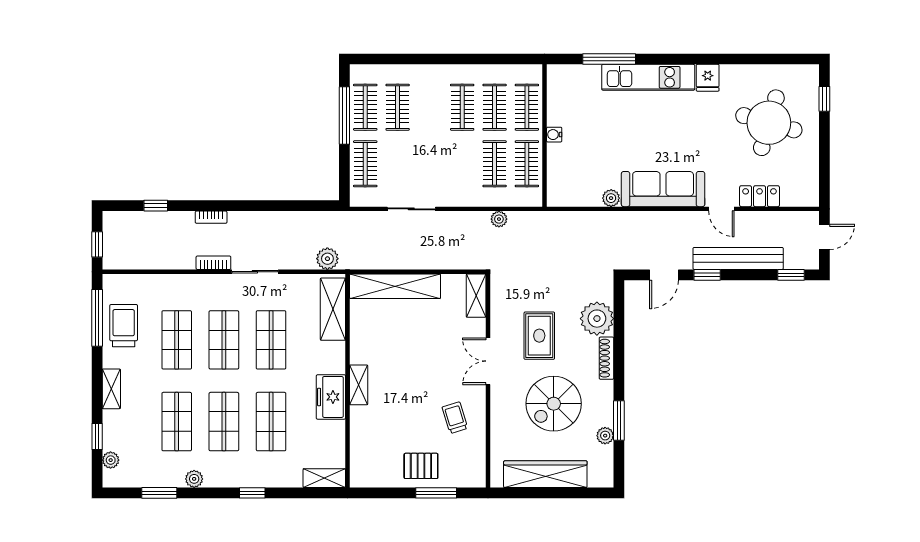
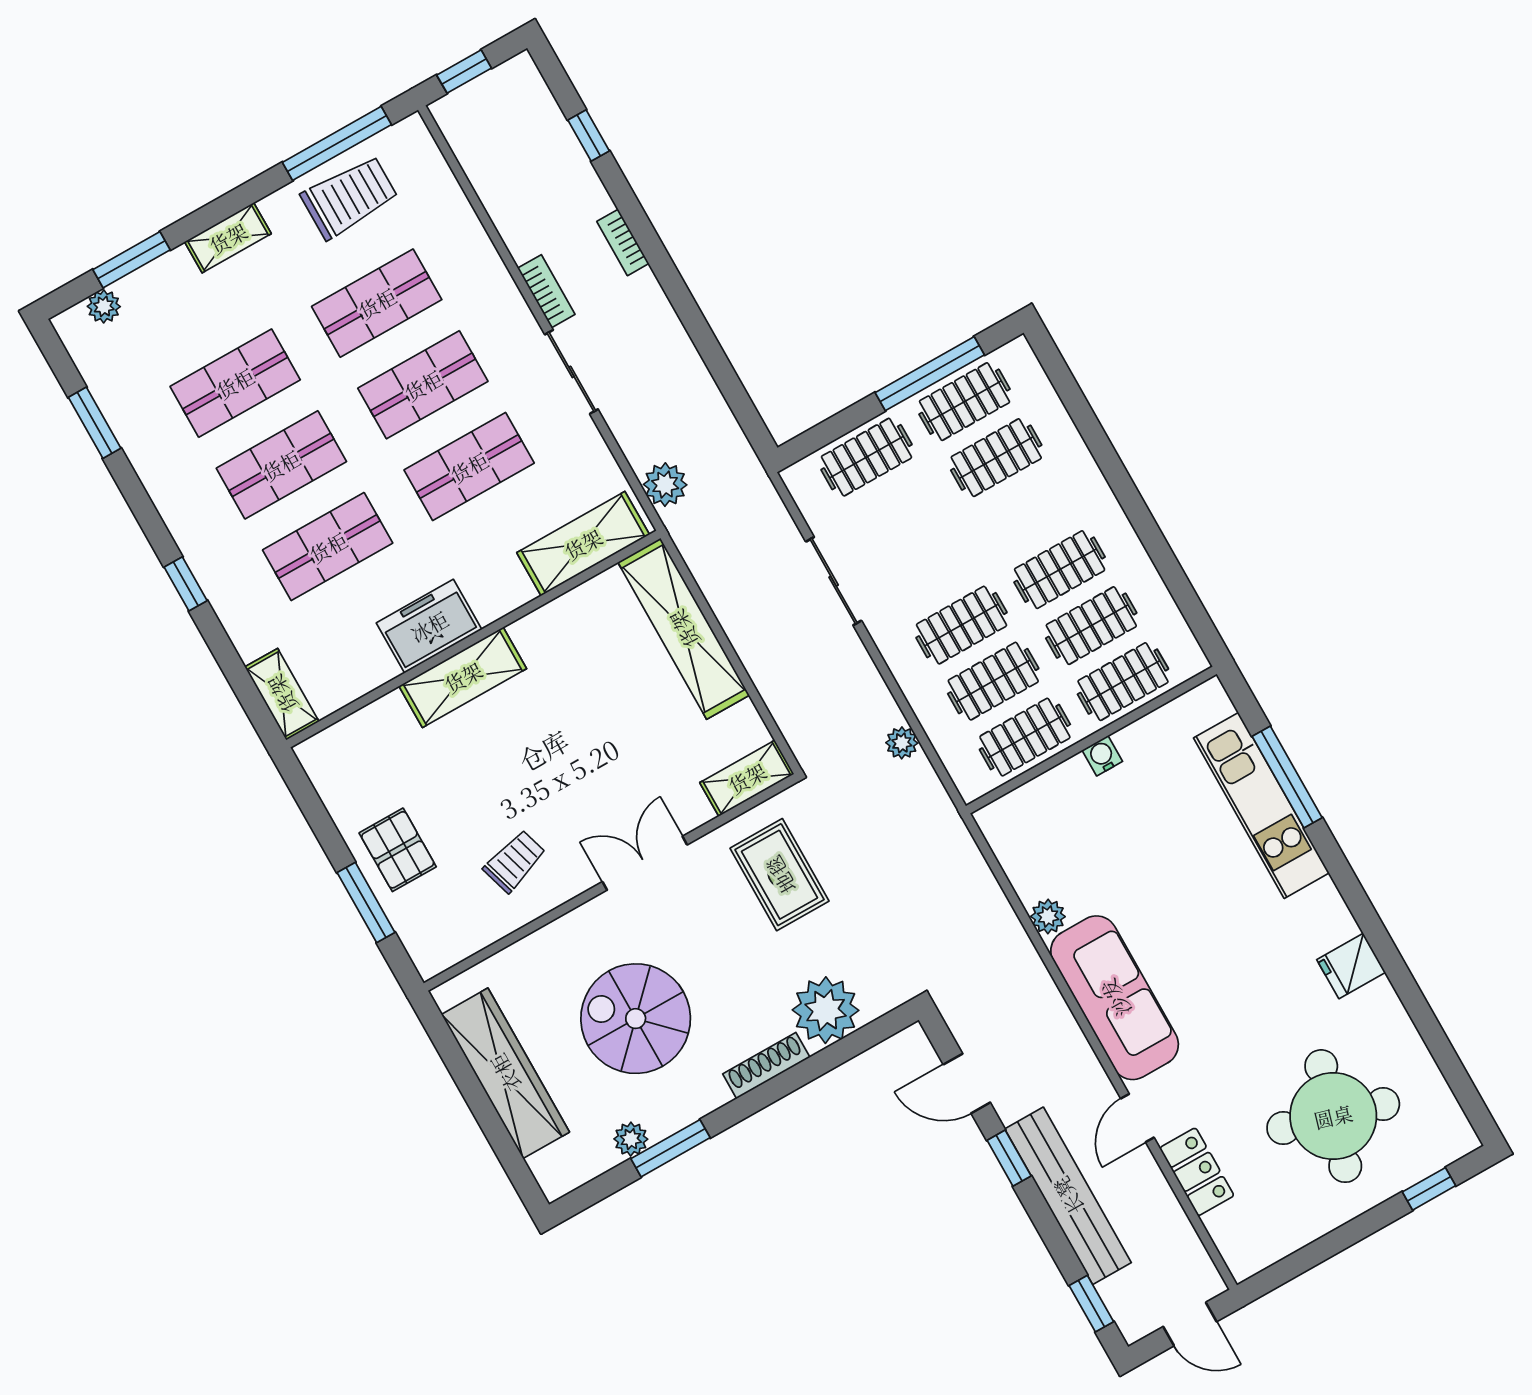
kitchen unit: (648, 77) -> (1261, 805), moved
clothes rail: (462, 164) -> (962, 625), added
rug: (539, 336) -> (780, 875), moved, turned 90
shelving: (359, 385) -> (463, 677), width x1.50, depth x1.33
window: (97, 436) -> (131, 260), width x1.50
plant: (194, 479) -> (153, 469), removed

